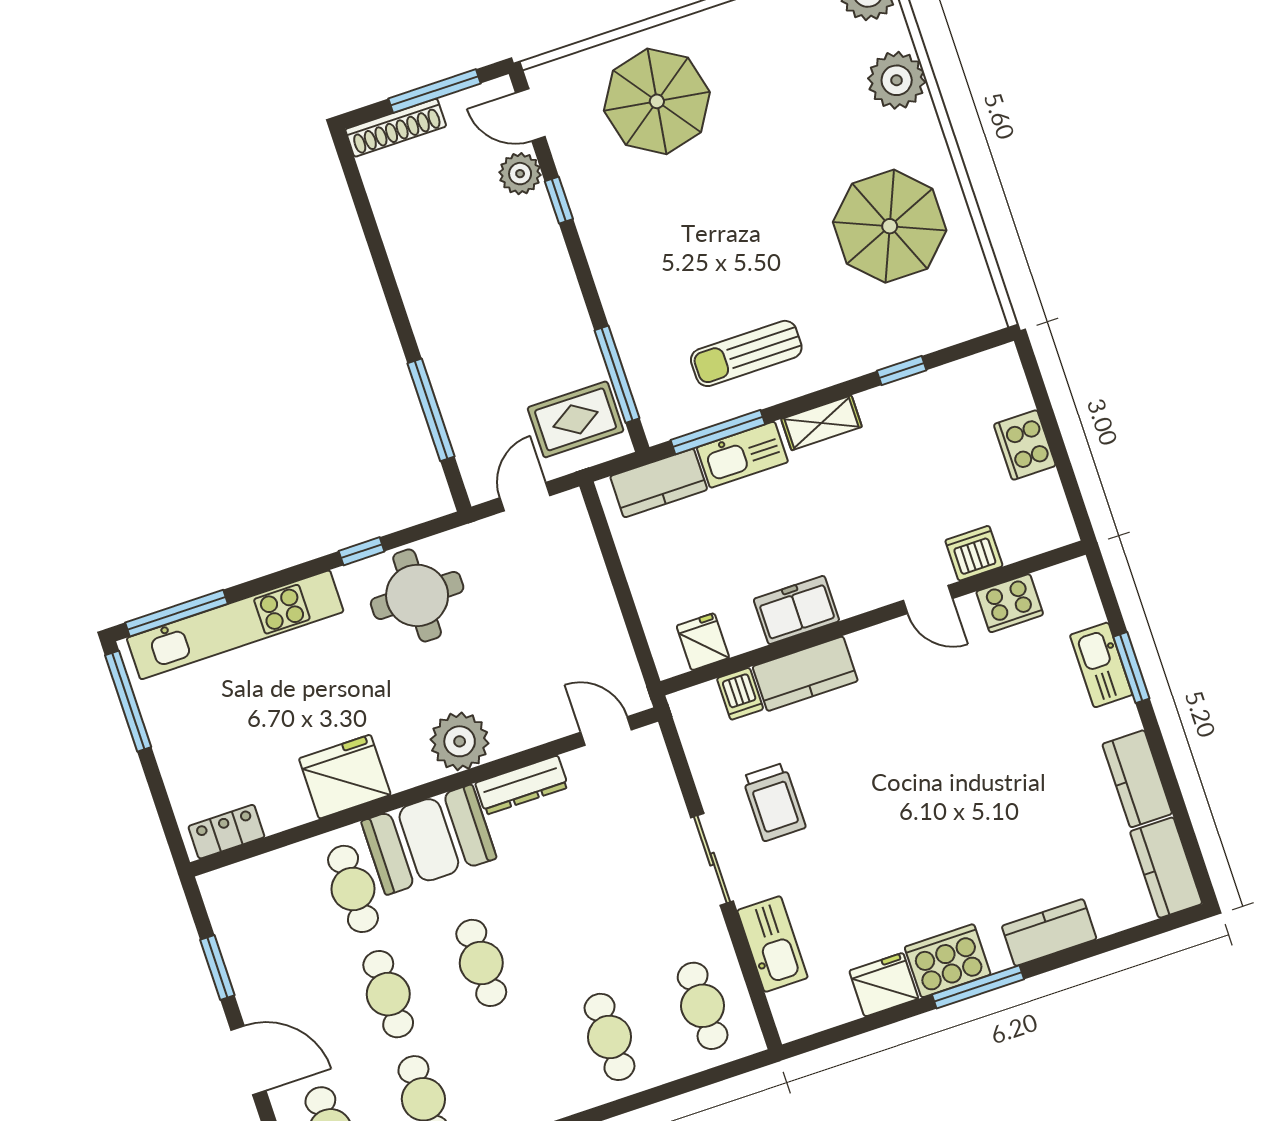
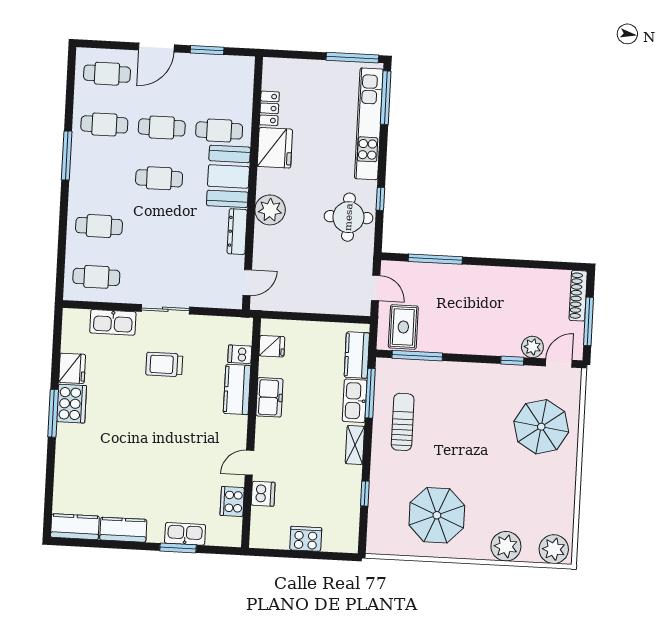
trolley: (774, 802) -> (164, 364), moved
locker: (226, 832) -> (269, 108), moved
kitchen counter: (1049, 933) -> (66, 458), removed

